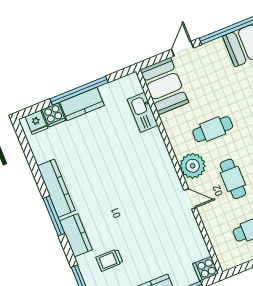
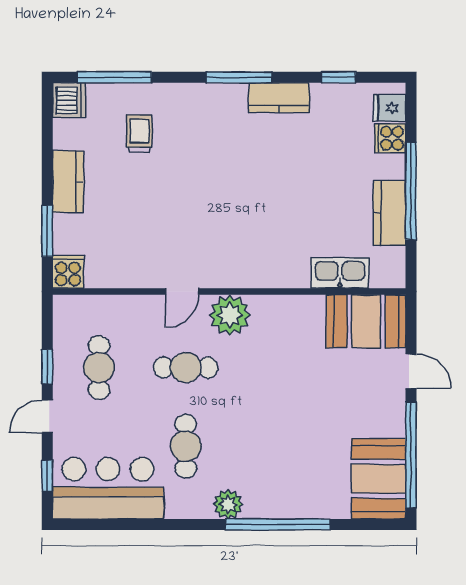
kitchen counter: (82, 104) -> (389, 213), moved
cafe table: (213, 129) -> (272, 368), removed
window: (31, 159) -> (339, 77), added
kitchen counter: (56, 188) -> (279, 98), width x0.67
kitchen counter: (76, 235) -> (197, 99), removed

